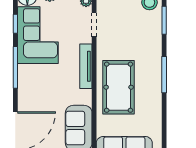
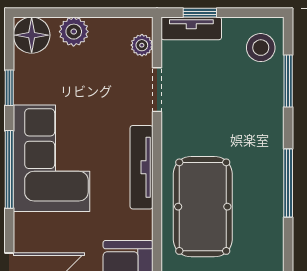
corner sofa: (38, 35) -> (51, 158), moved

